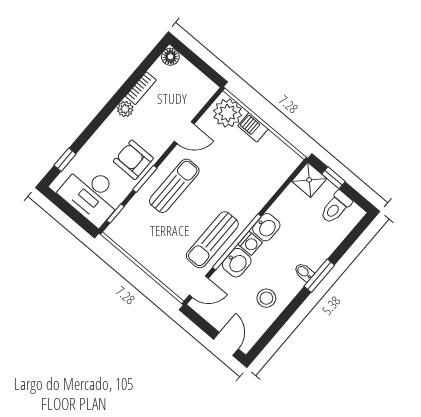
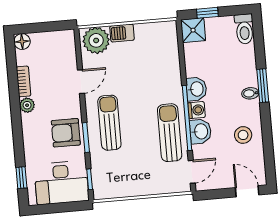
toilet: (336, 207) -> (244, 29), moved
sun lounger: (212, 240) -> (170, 133), turned 180

